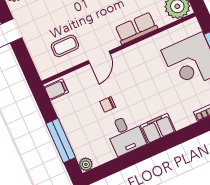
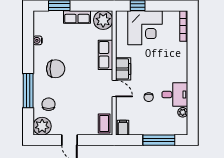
coffee table: (65, 46) -> (104, 123), moved
filing cabinet: (158, 128) -> (123, 69), moved, turned 180
plant: (86, 164) -> (183, 112), moved

